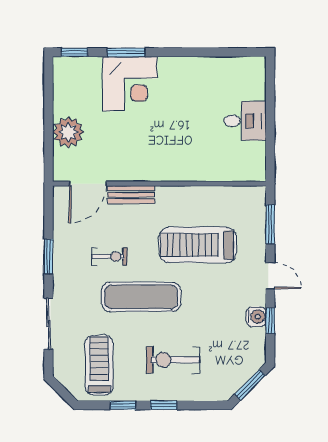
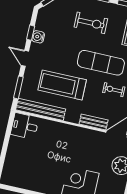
desk: (245, 121) -> (25, 126), moved
bench: (224, 196) -> (41, 109), added
treadmill: (198, 245) -> (62, 85), turned 180

